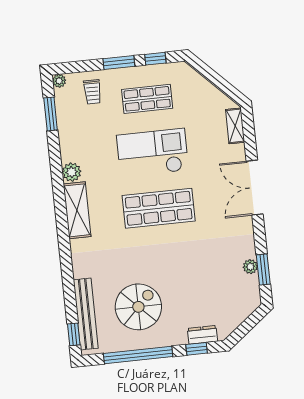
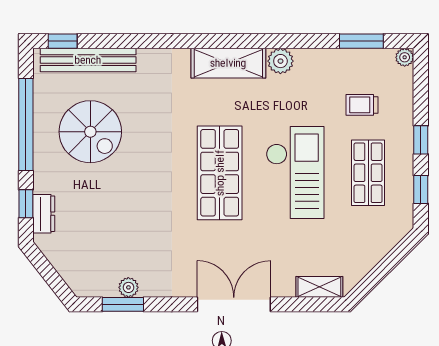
window: (119, 62) -> (421, 140), width x0.67
trolley: (92, 92) -> (362, 105), moved

